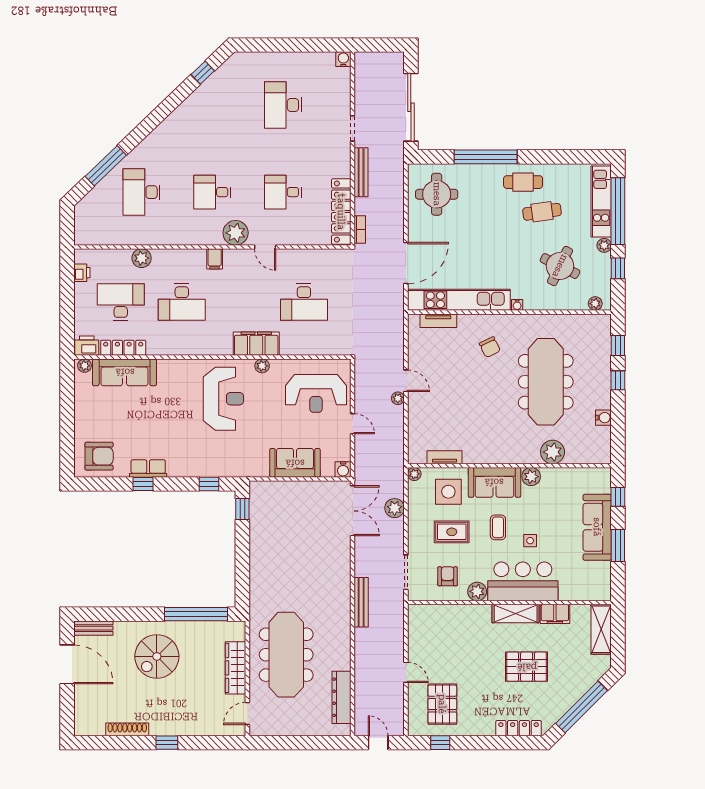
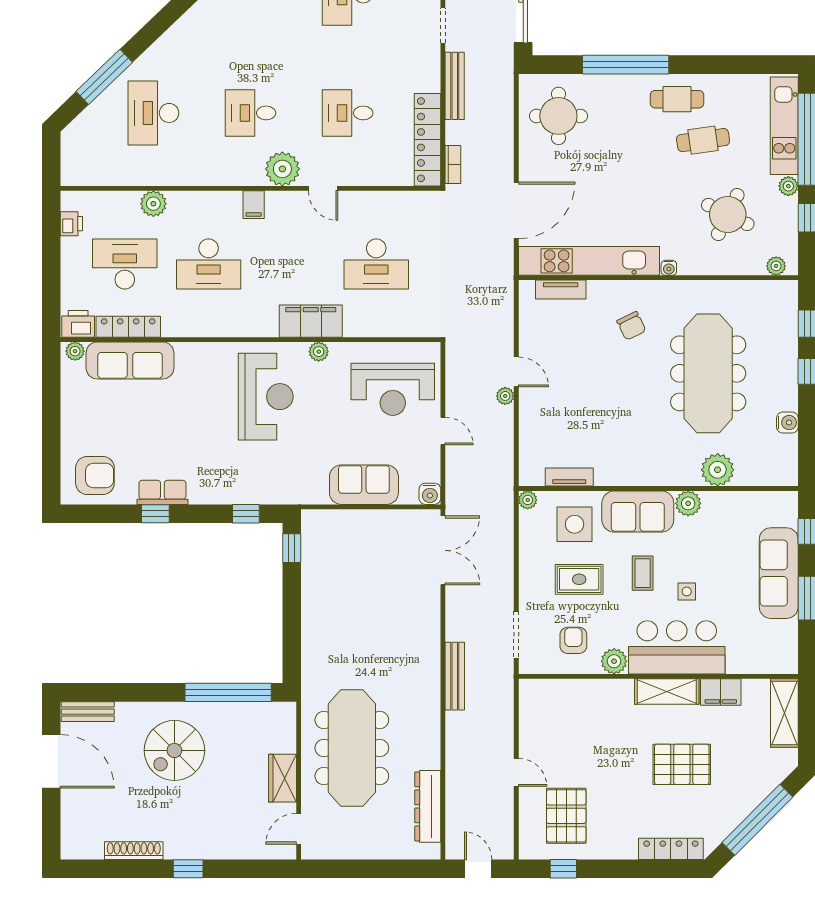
plant: (395, 508) -> (501, 547), removed
wardrobe: (236, 668) -> (282, 778), width x0.67

